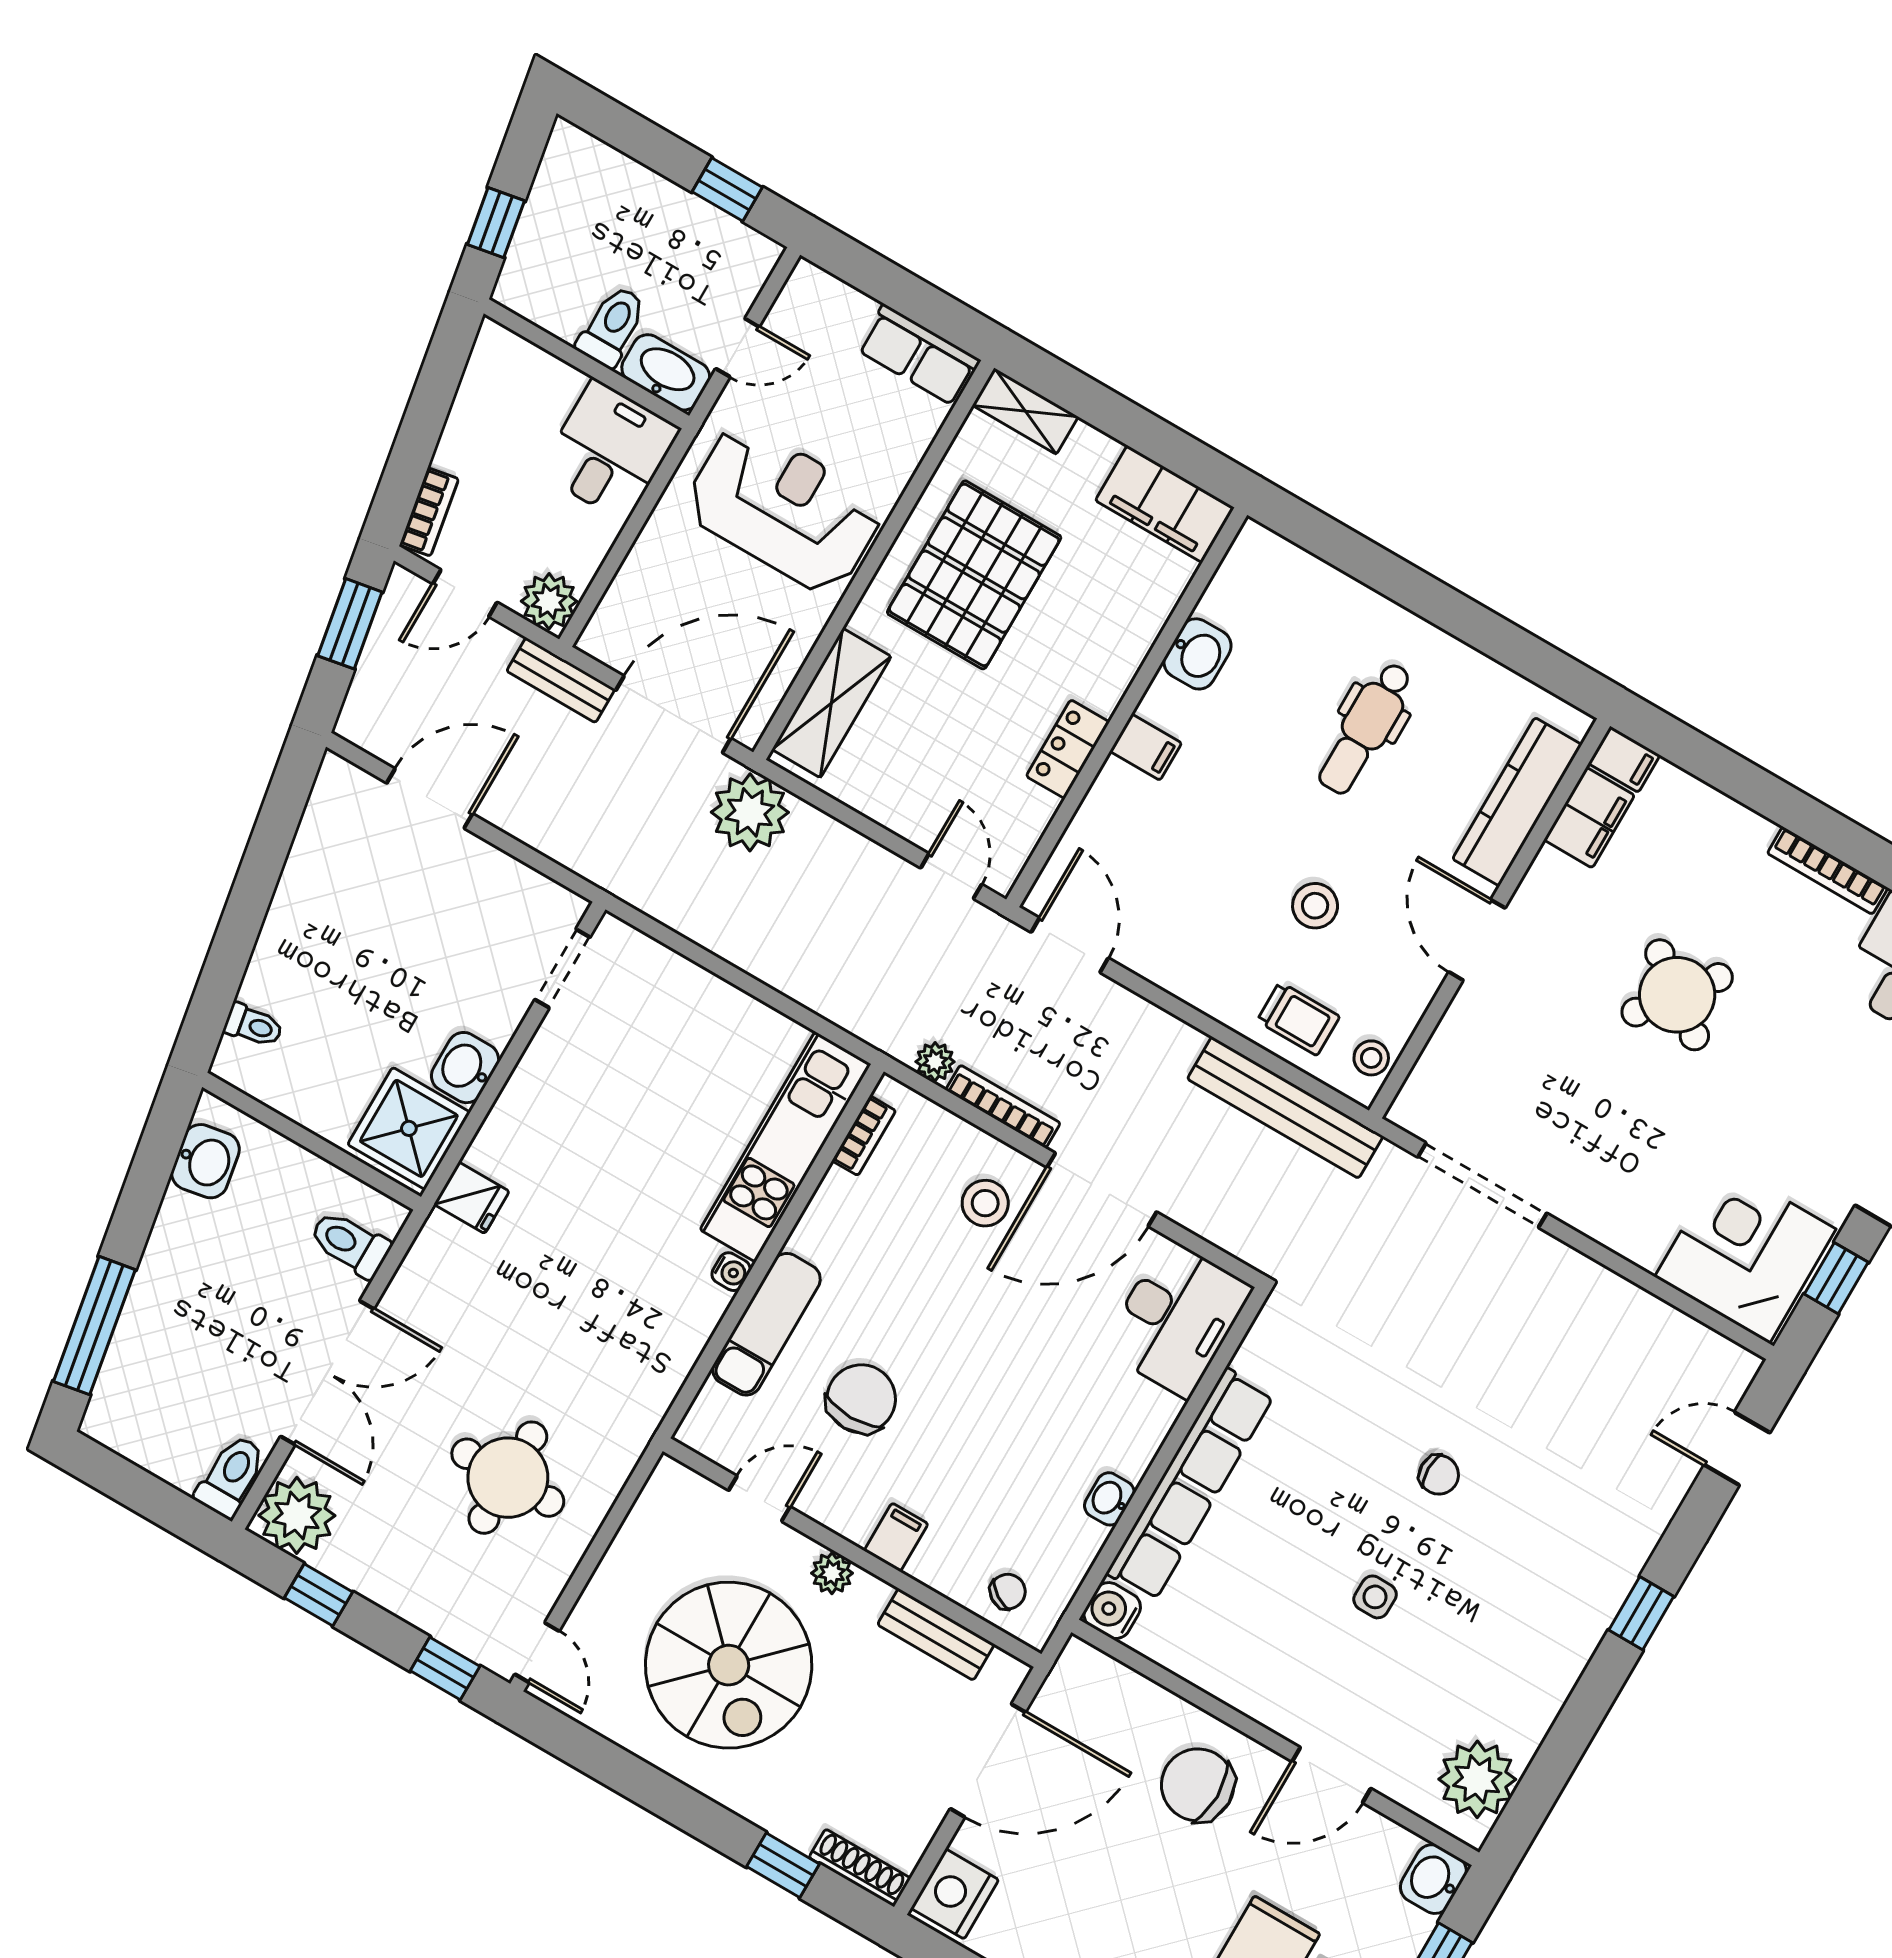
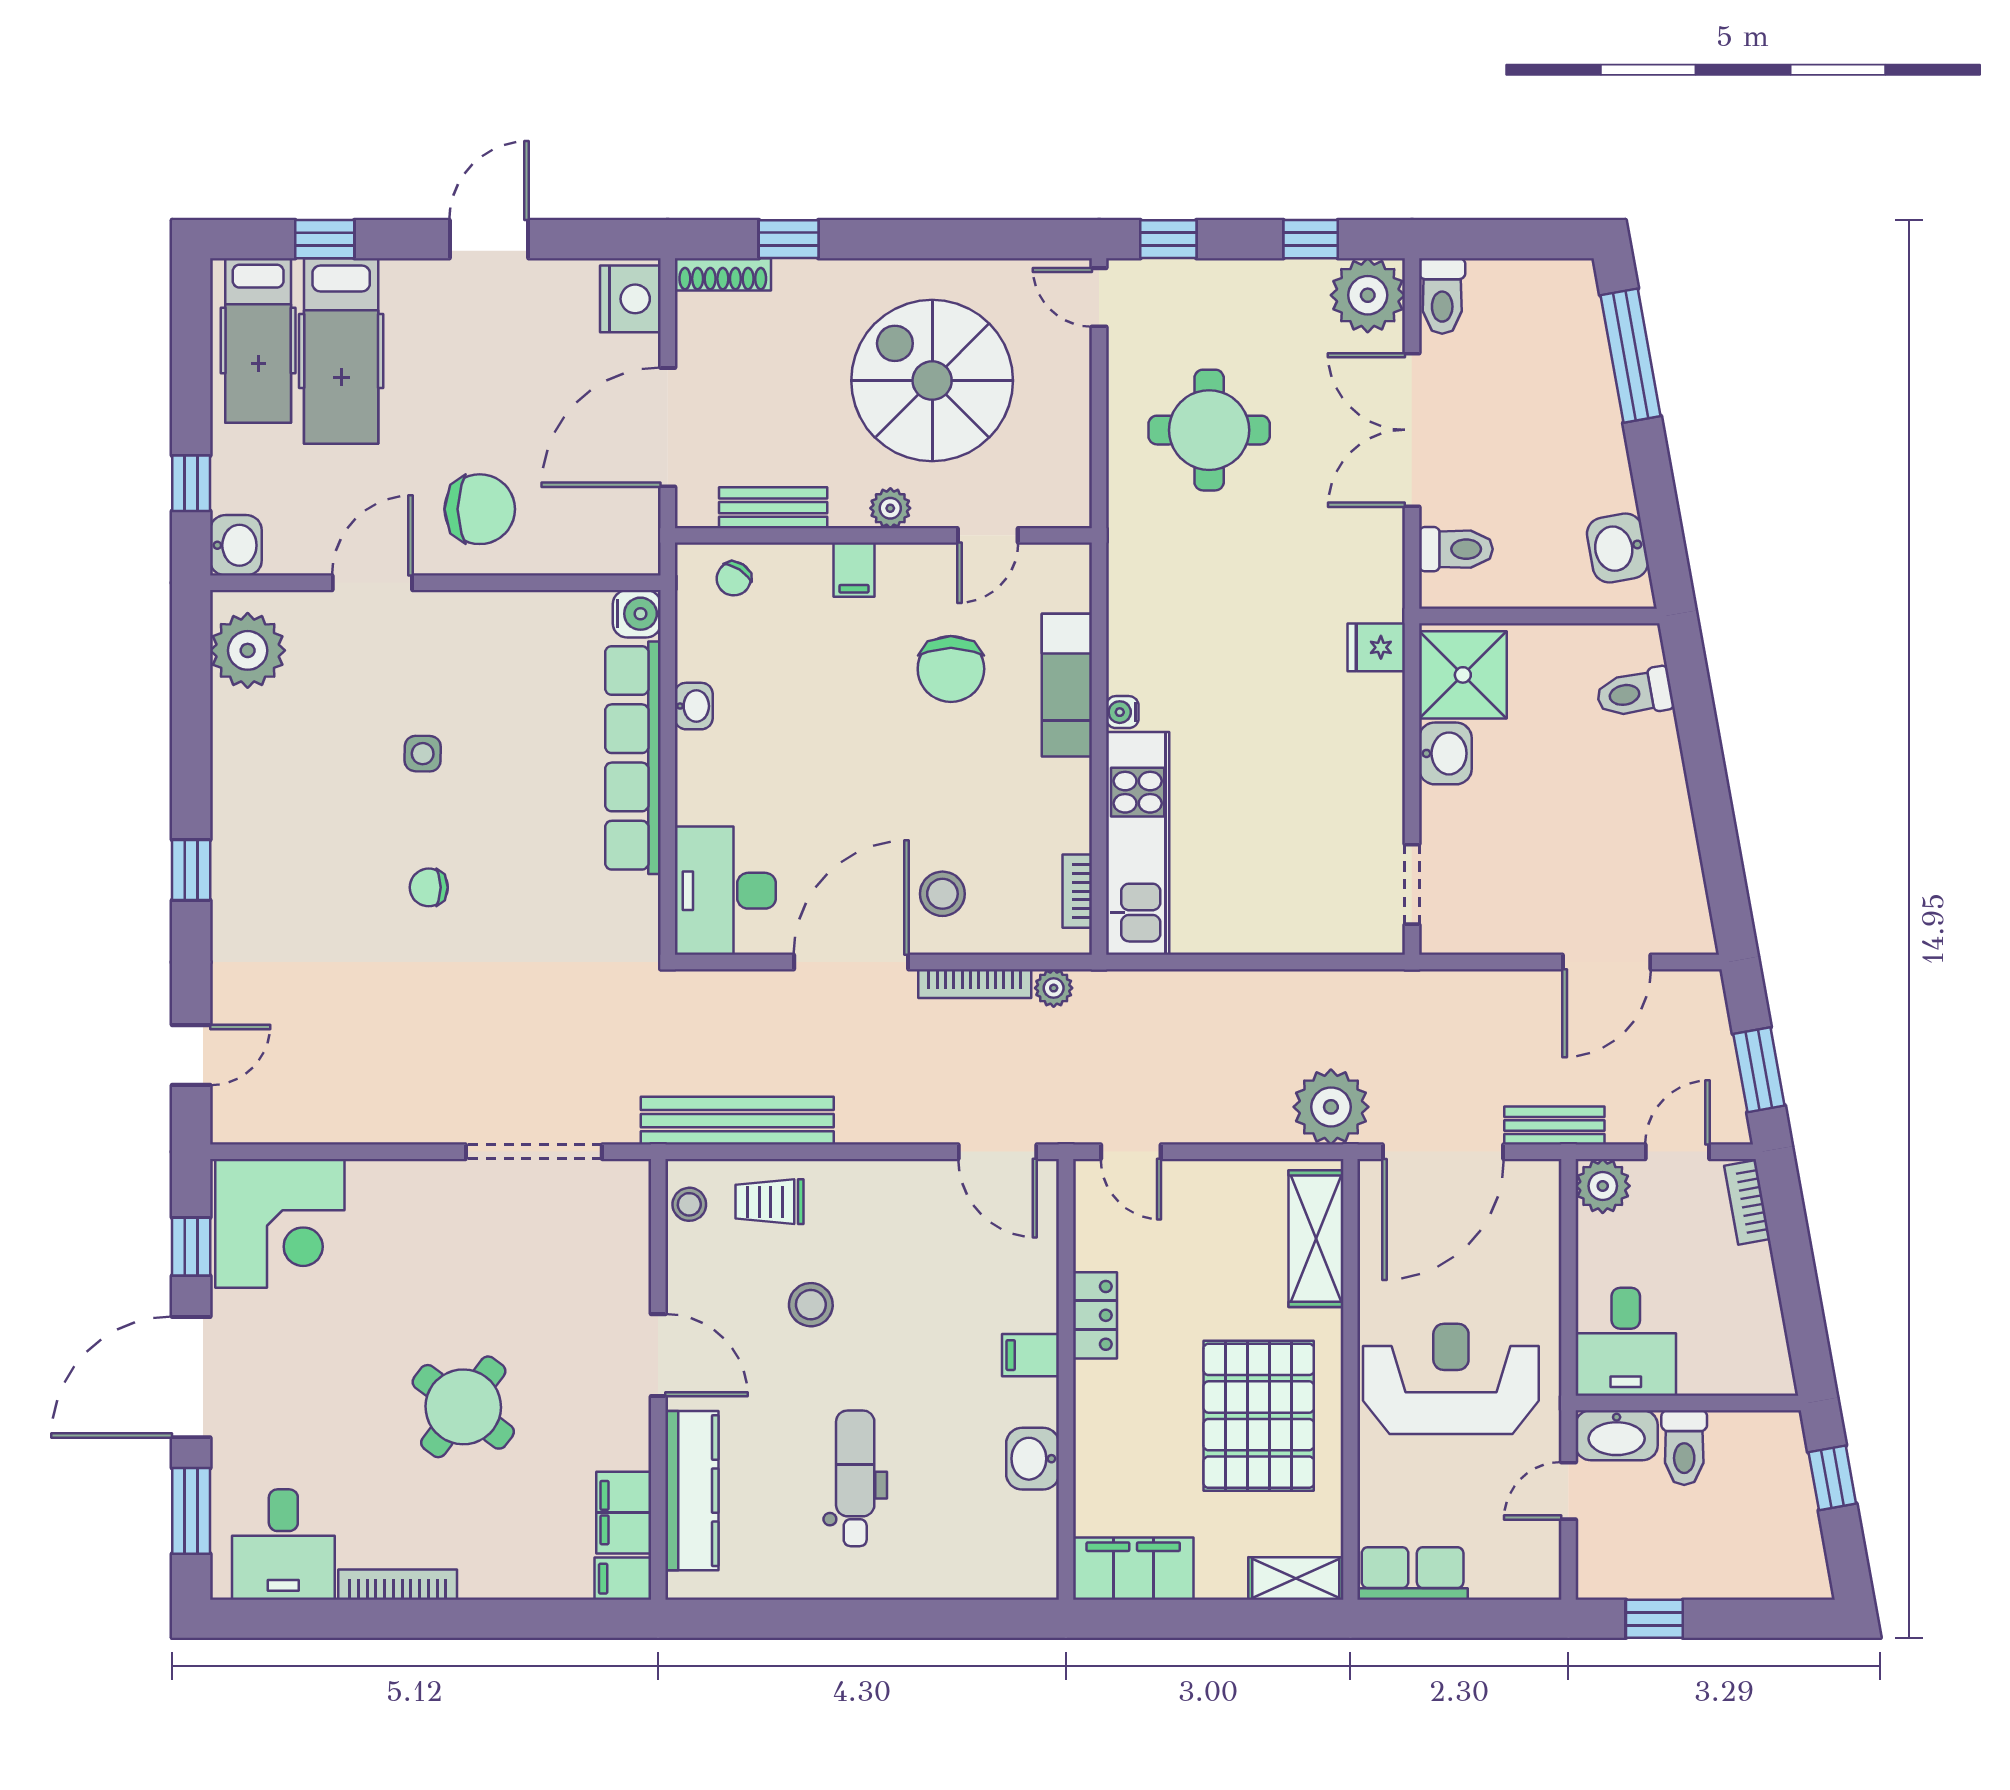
reception desk: (784, 508) -> (1451, 1379), turned 180
toilet: (253, 1025) -> (1635, 693), width x1.37, depth x1.39

